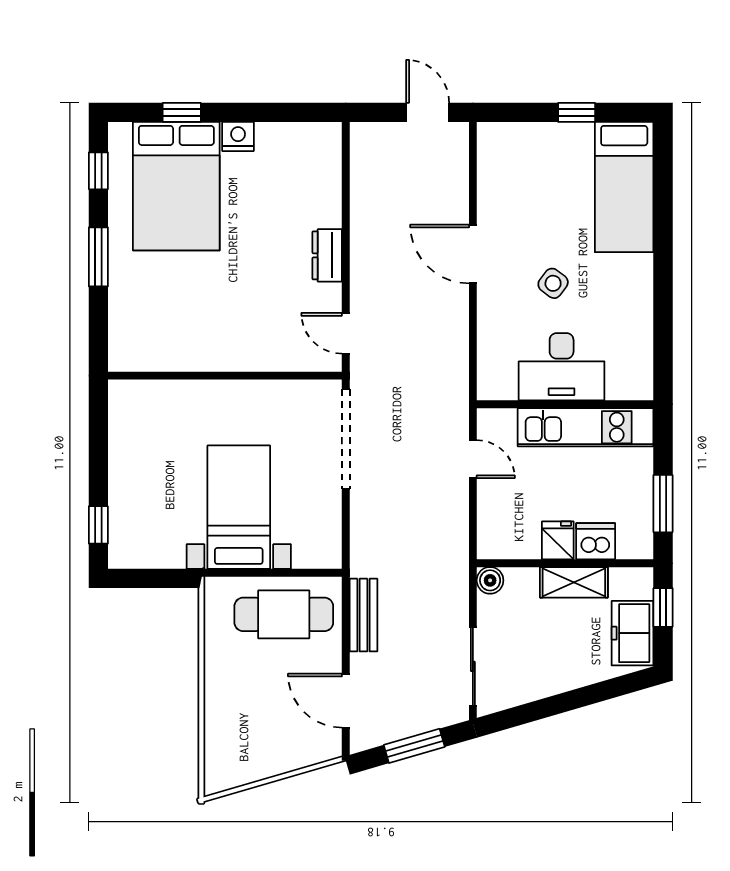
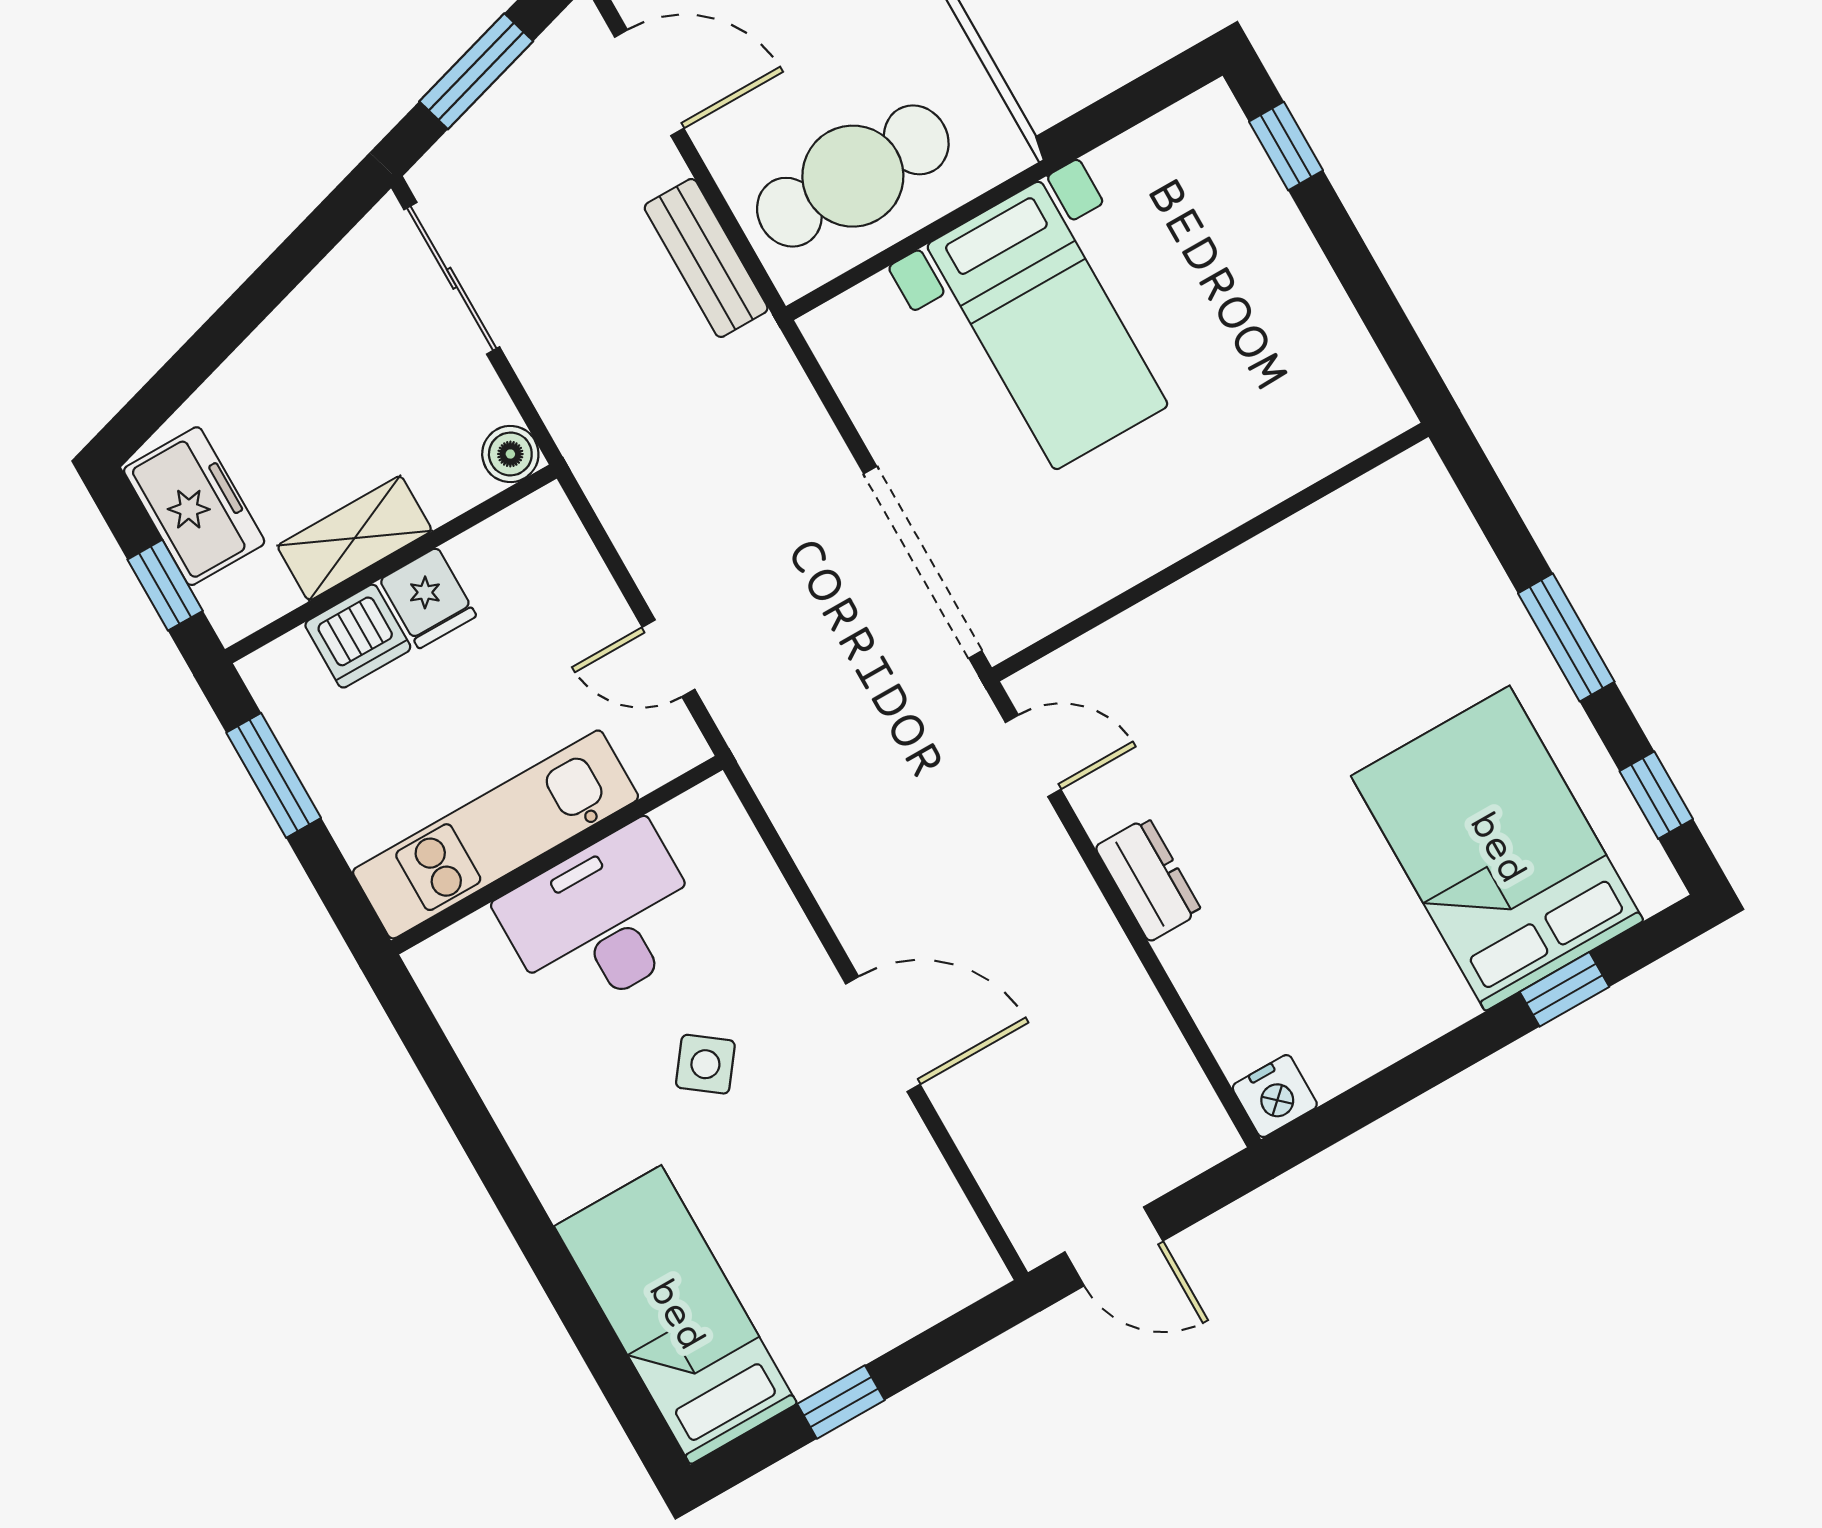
nightstand: (238, 136) -> (1275, 1096), moved

